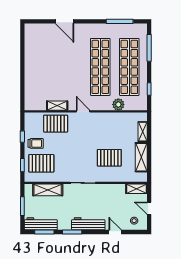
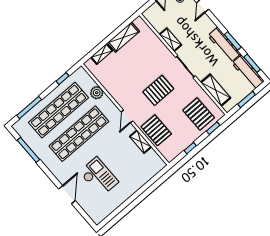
checkout: (58, 55) -> (99, 177), added
trolley: (36, 143) -> (186, 133), removed
pallet: (109, 158) -> (158, 90), moved, turned 90
shelving: (136, 189) -> (170, 40), moved
workbench: (88, 224) -> (224, 45), moved

